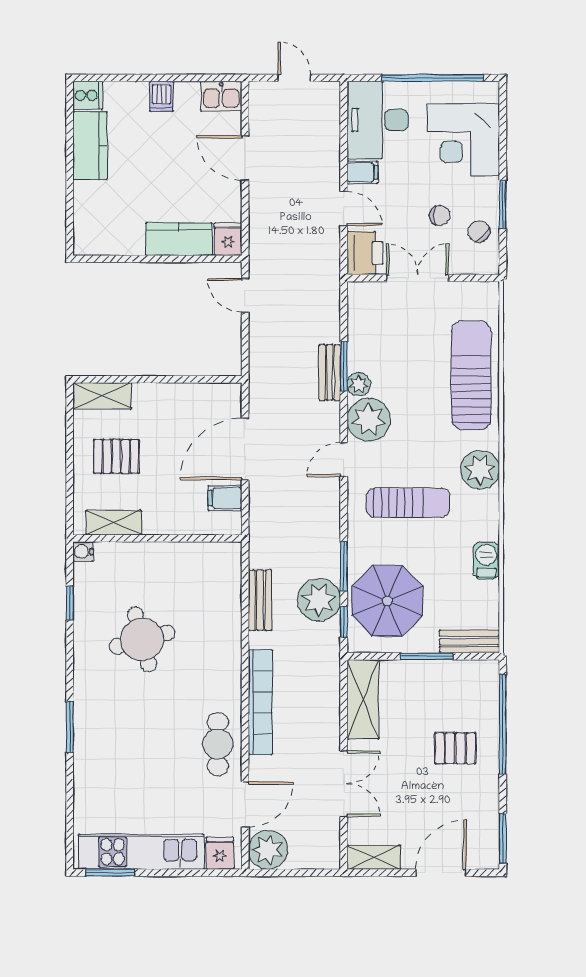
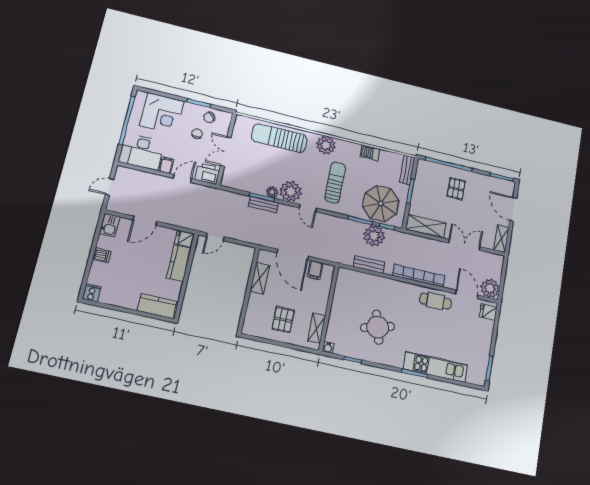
kitchen counter: (90, 146) -> (157, 306), moved
shelving: (102, 396) -> (260, 278), moved
kitchen unit: (141, 852) -> (435, 367), moved, turned 90

